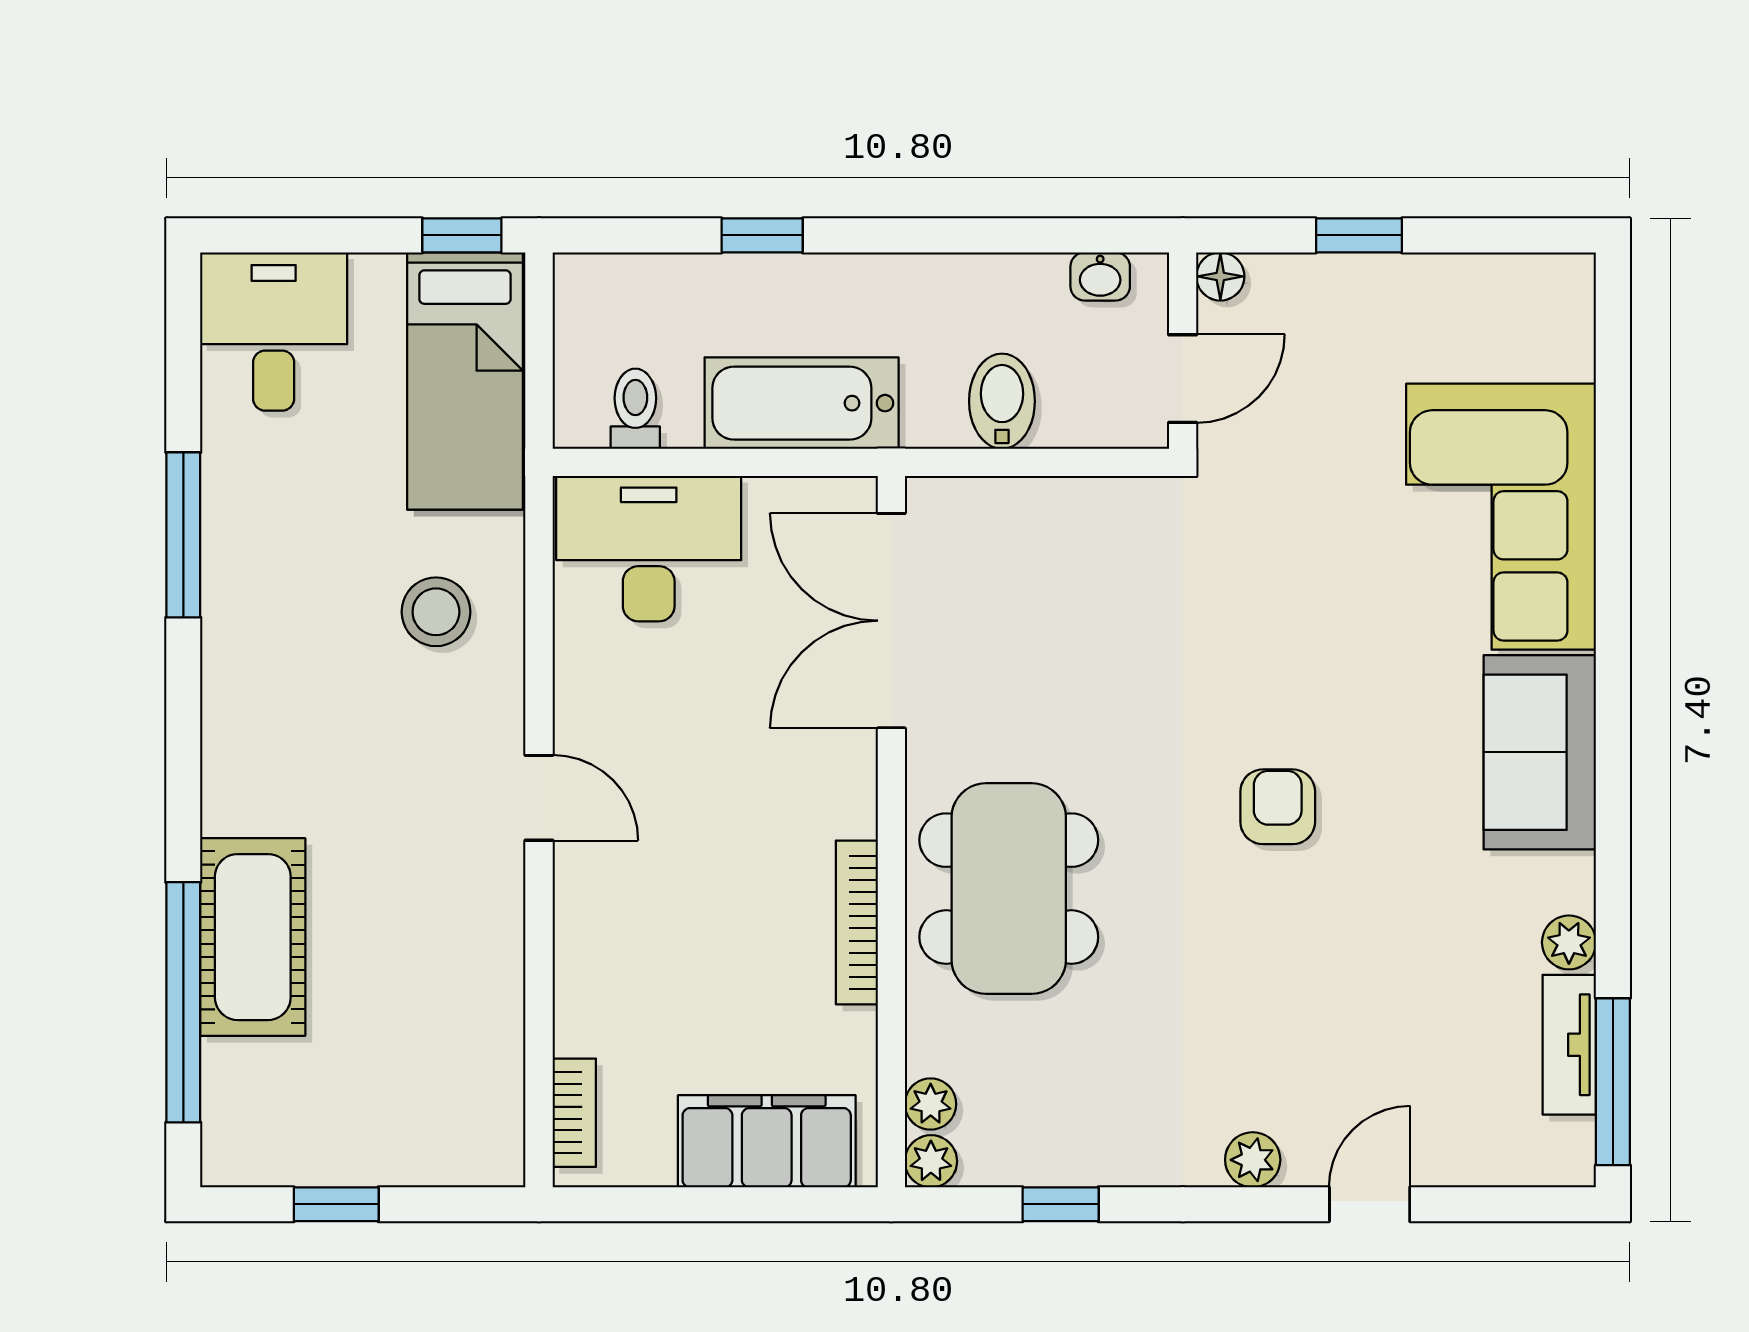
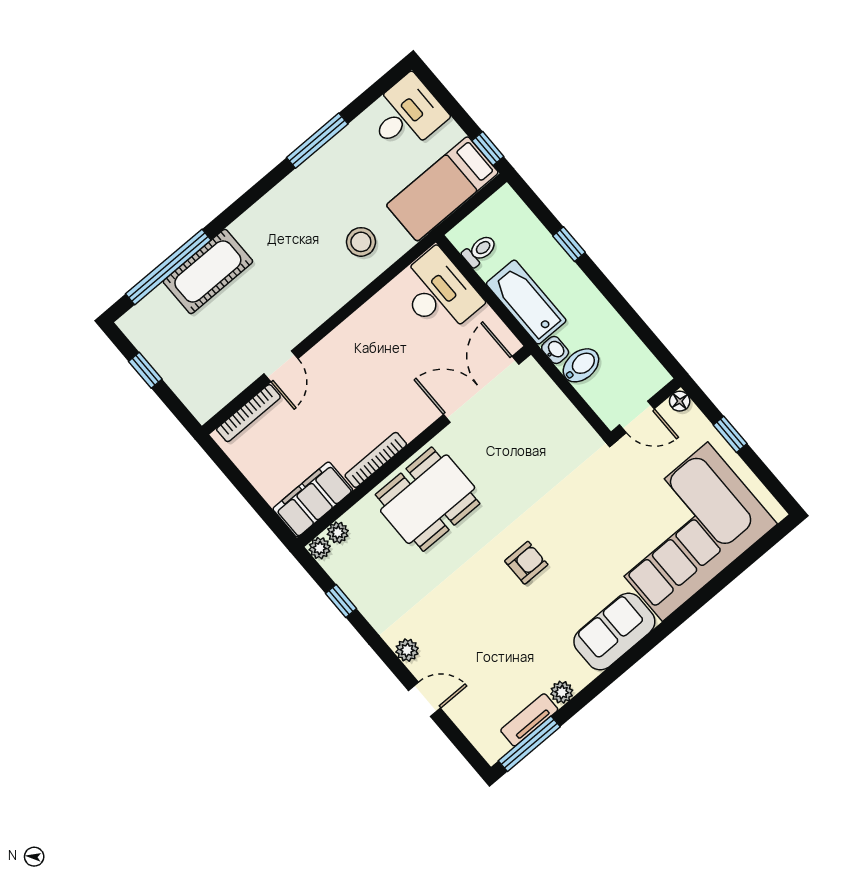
washbasin: (1100, 276) -> (555, 350), moved, turned 180
corner sofa: (1501, 517) -> (685, 532), width x1.36, depth x1.36
door: (539, 798) -> (281, 366), moved
bookcase: (574, 1113) -> (248, 413), width x1.56
filing cabinet: (767, 1141) -> (313, 499), moved, turned -90

